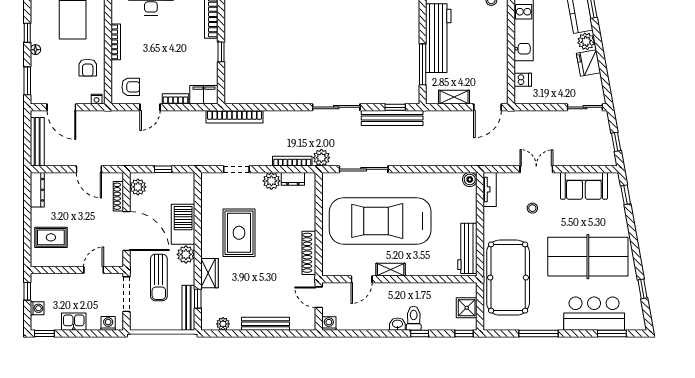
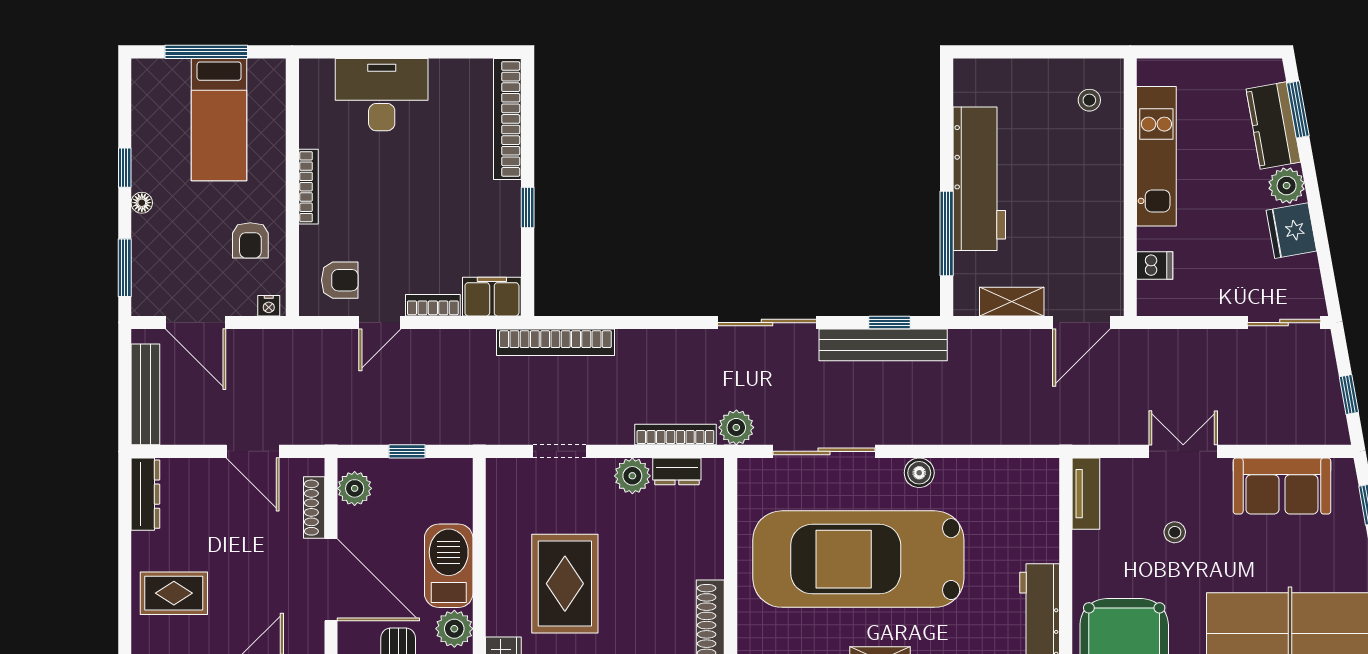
boiler: (470, 179) -> (919, 473), moved

